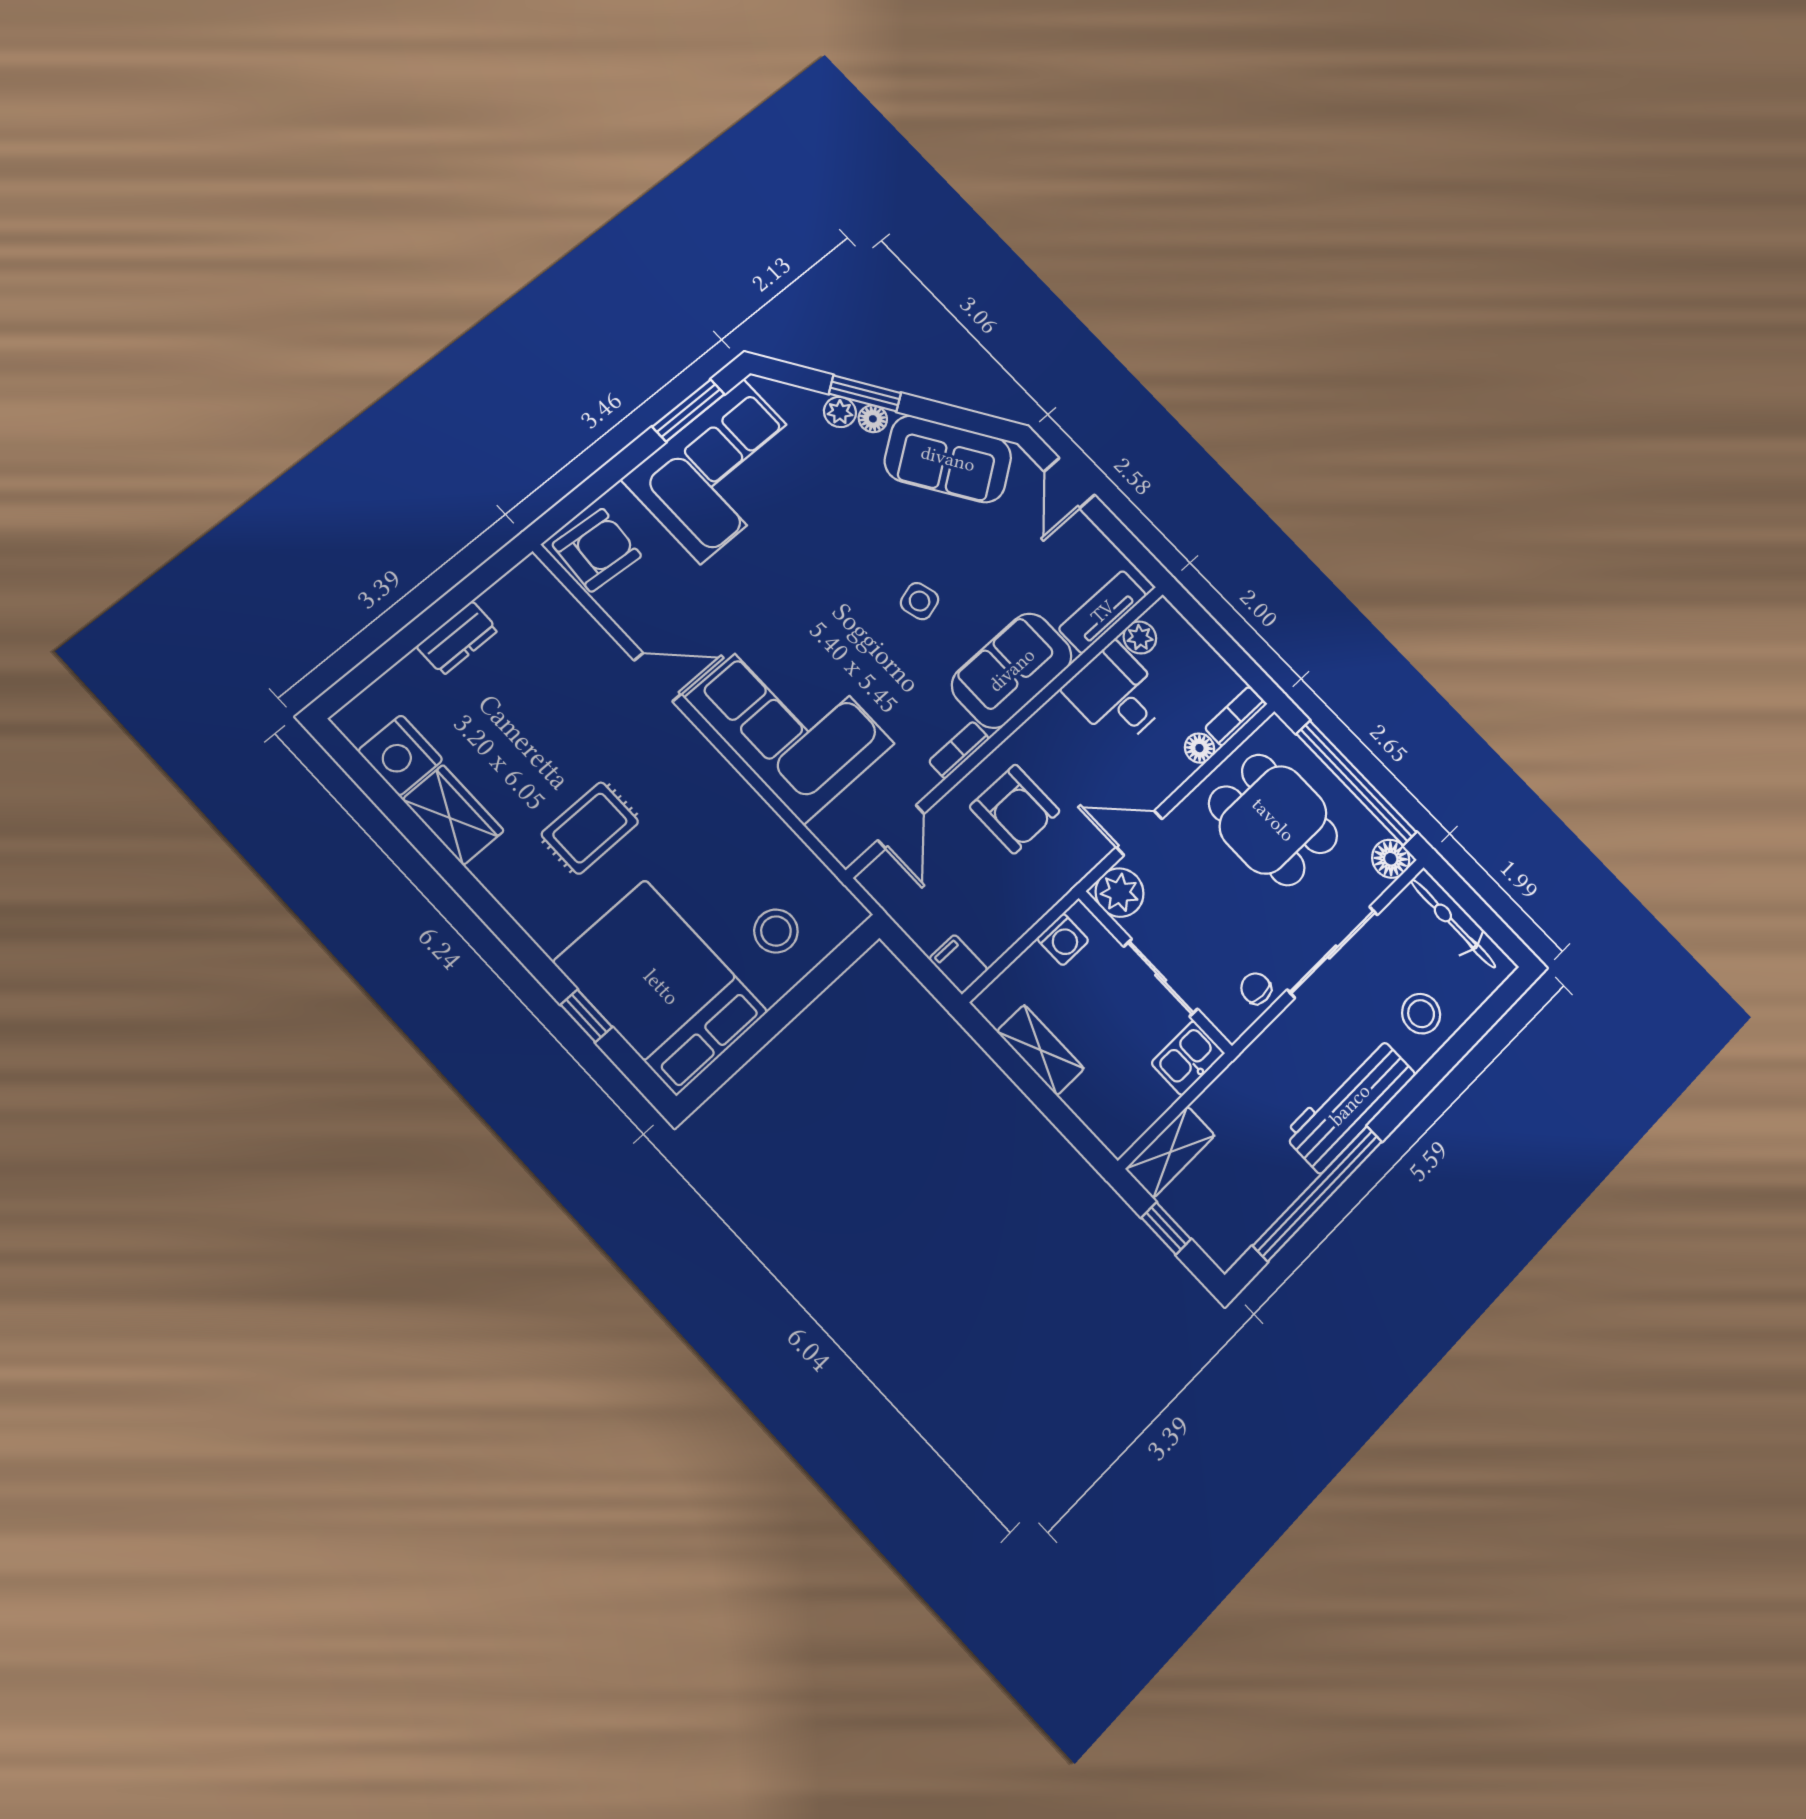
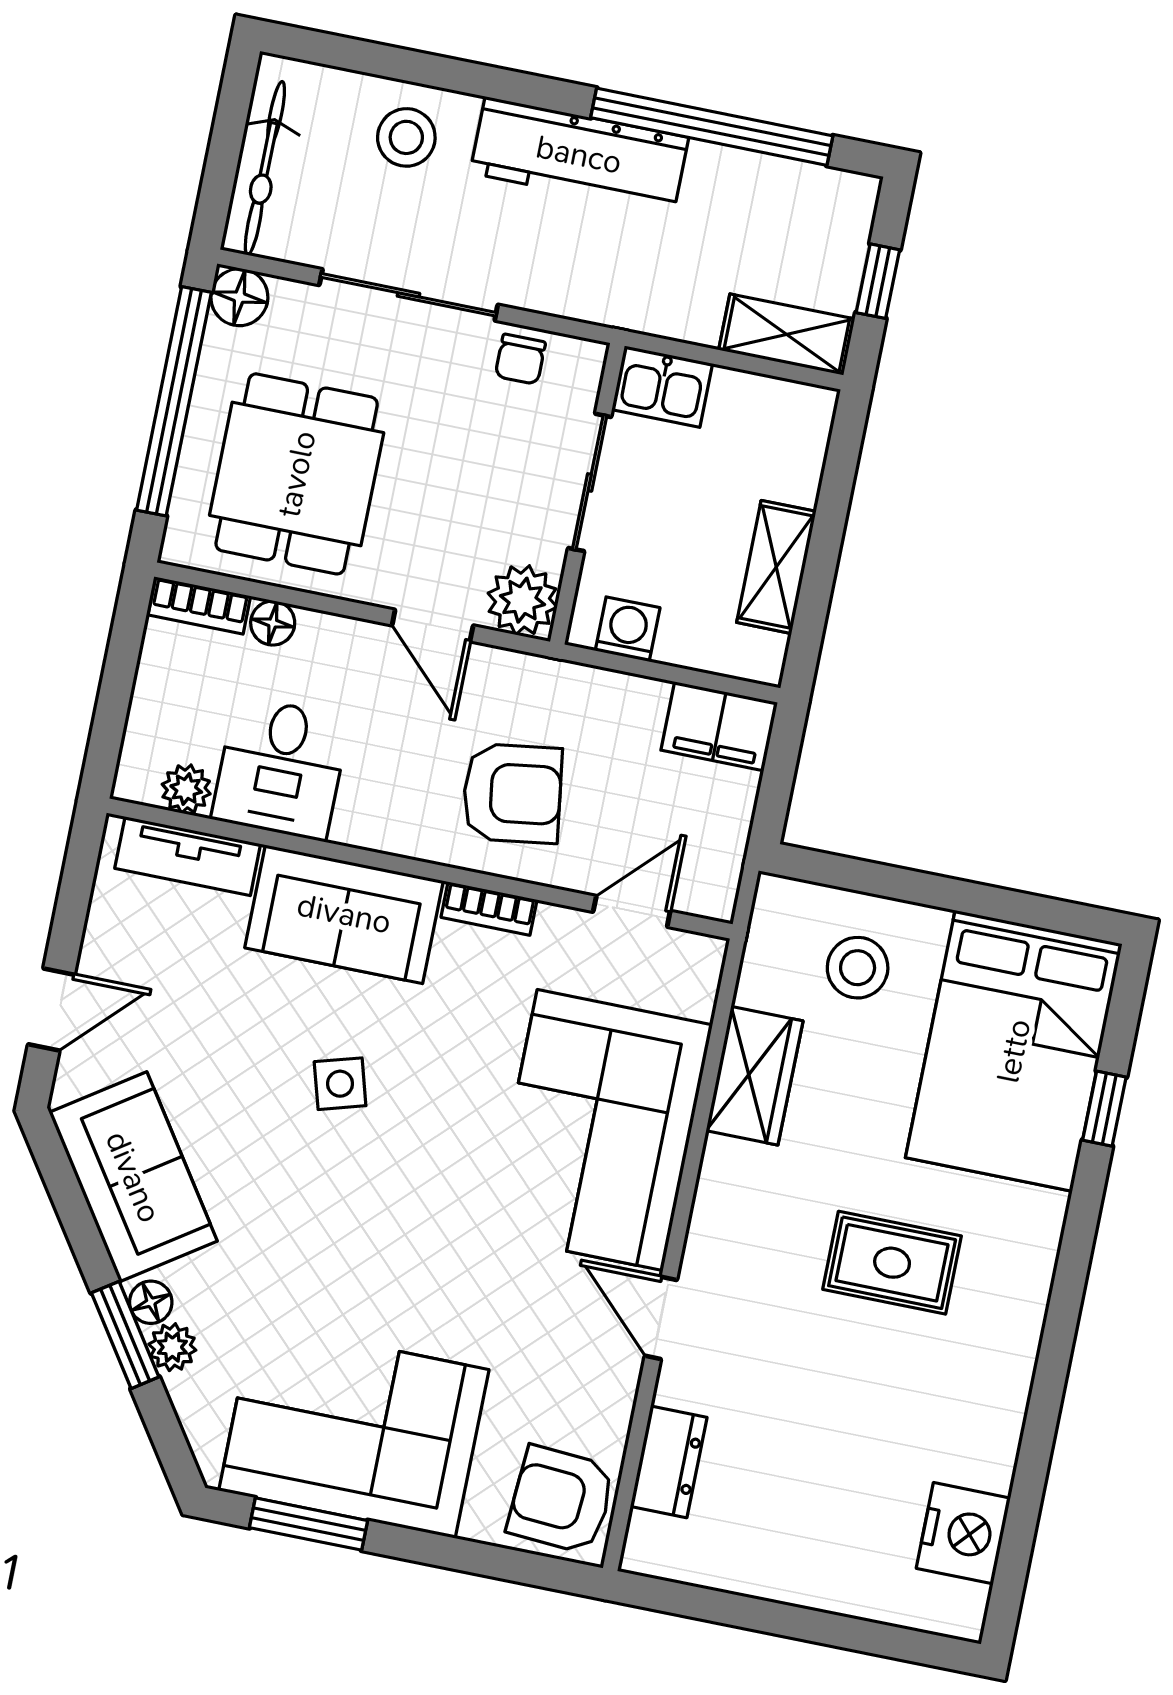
dresser: (457, 638) -> (669, 1462), moved, turned 90
armchair: (1015, 809) -> (512, 793), turned 82
wardrobe: (453, 815) -> (755, 1076), moved, turned 180
filing cabinet: (958, 964) -> (719, 726), width x2.00

